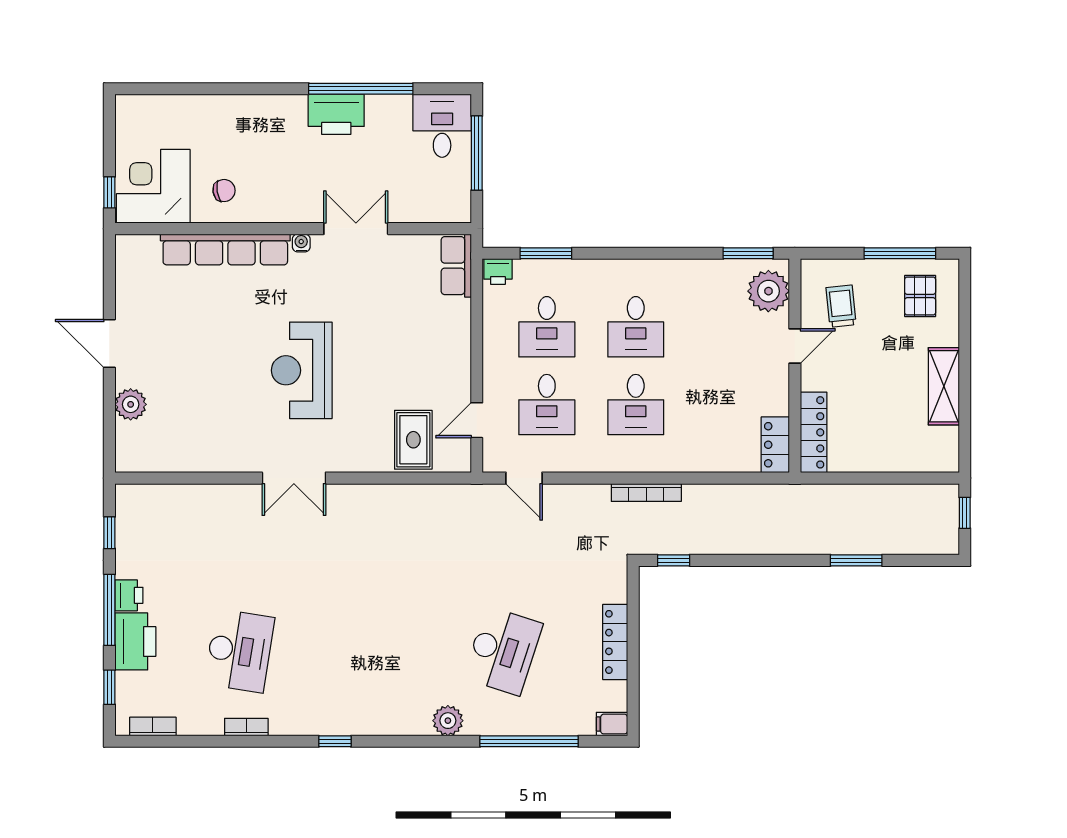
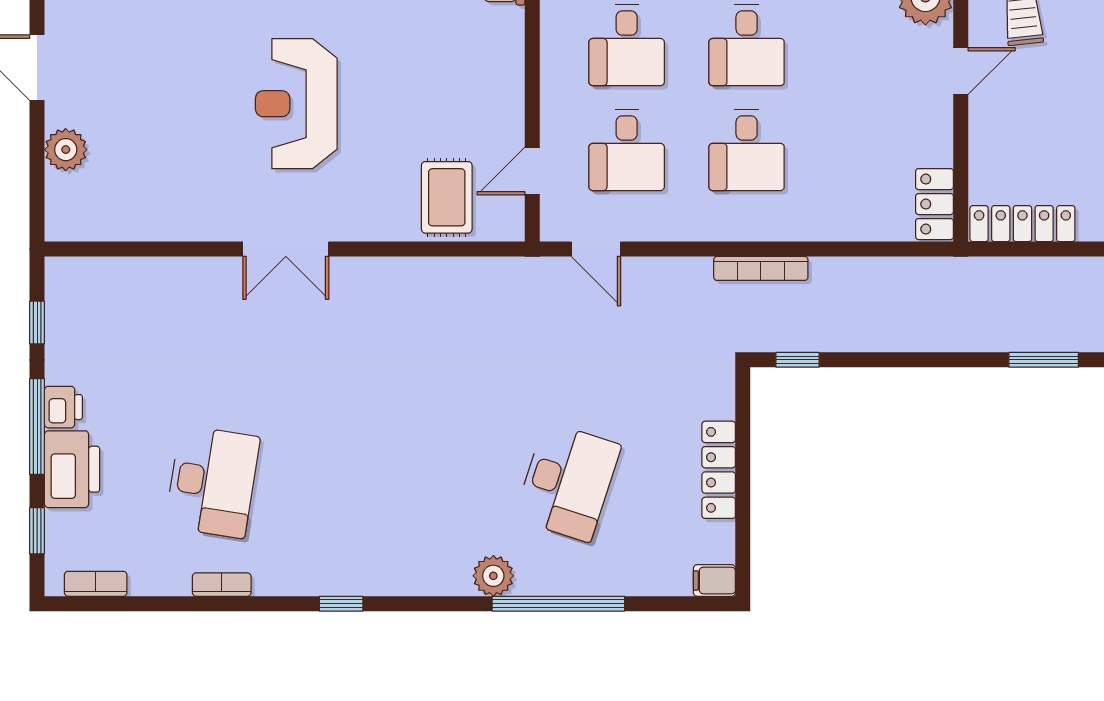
locker: (814, 432) -> (1022, 224), moved, turned -90
window: (529, 741) -> (558, 604), moved

